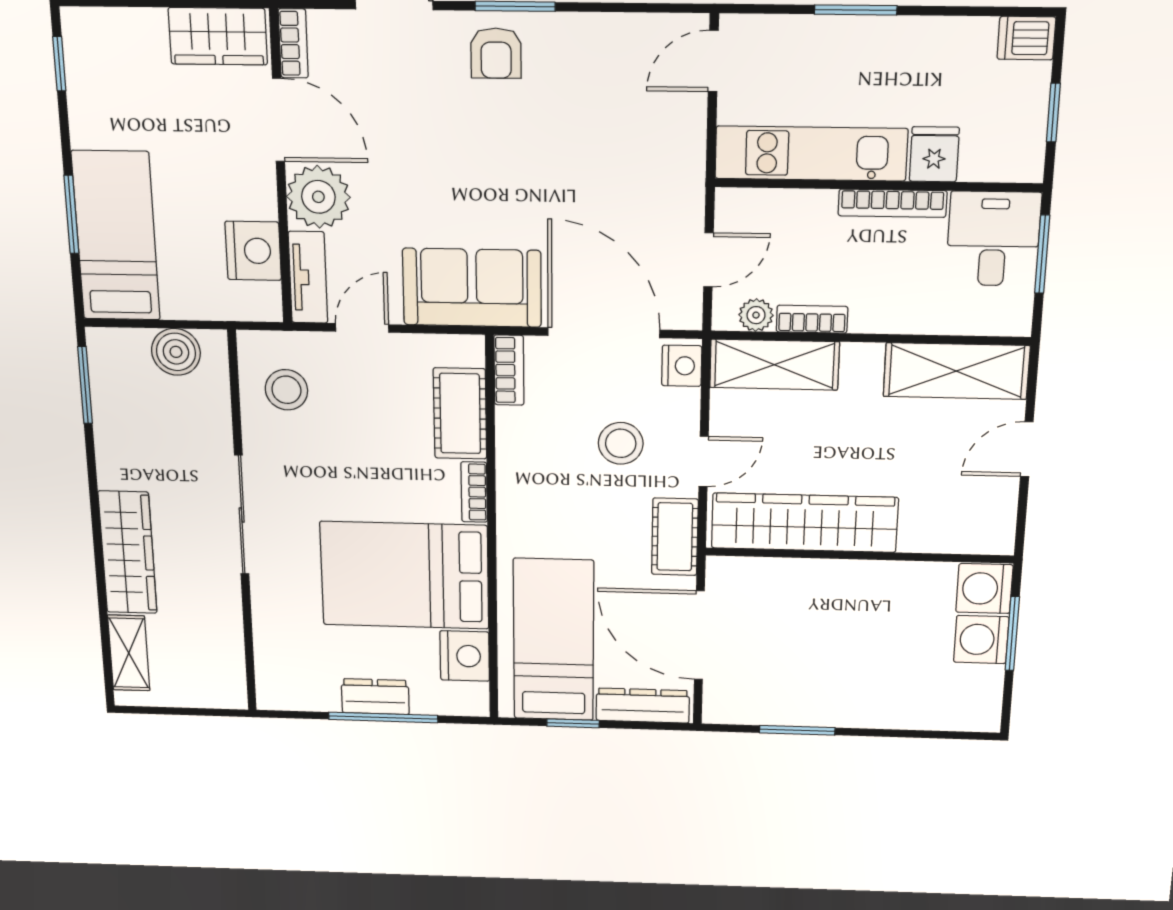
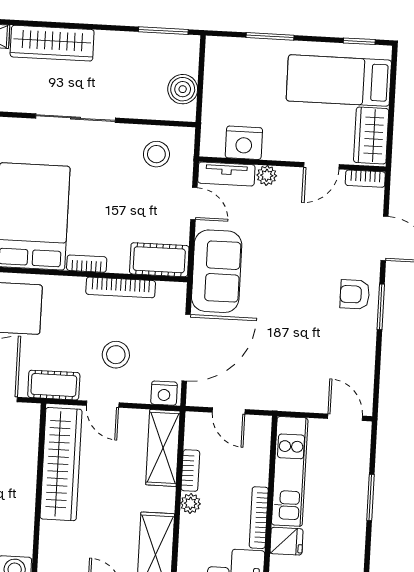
door: (278, 120) -> (321, 166), width x0.73
plant: (318, 197) -> (267, 175), width x0.53, depth x0.53
bed: (116, 236) -> (339, 80), moved, turned 180
plant: (756, 315) -> (191, 503), moved
bookcase: (509, 370) -> (121, 287), moved, width x1.56
cot: (460, 414) -> (159, 260), moved

